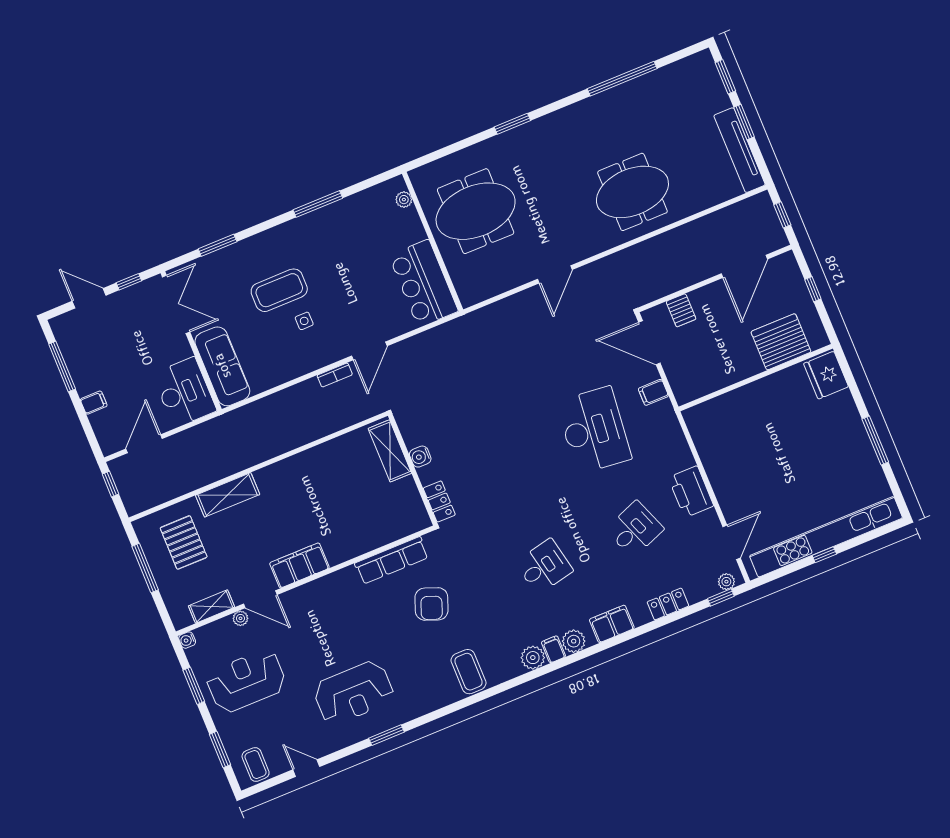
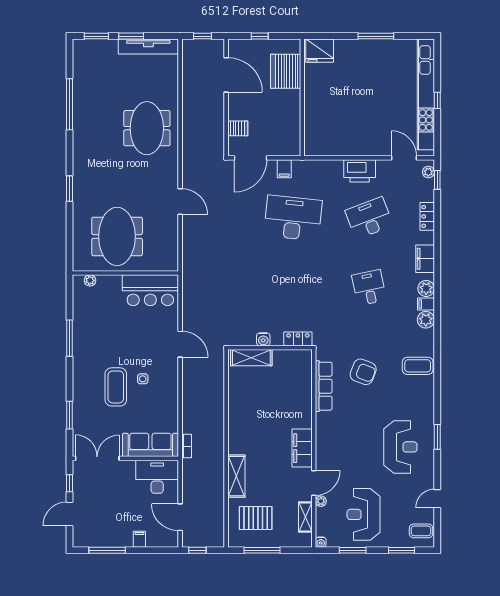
bookcase: (335, 375) -> (187, 446), moved
desk: (635, 529) -> (369, 218), width x1.37

